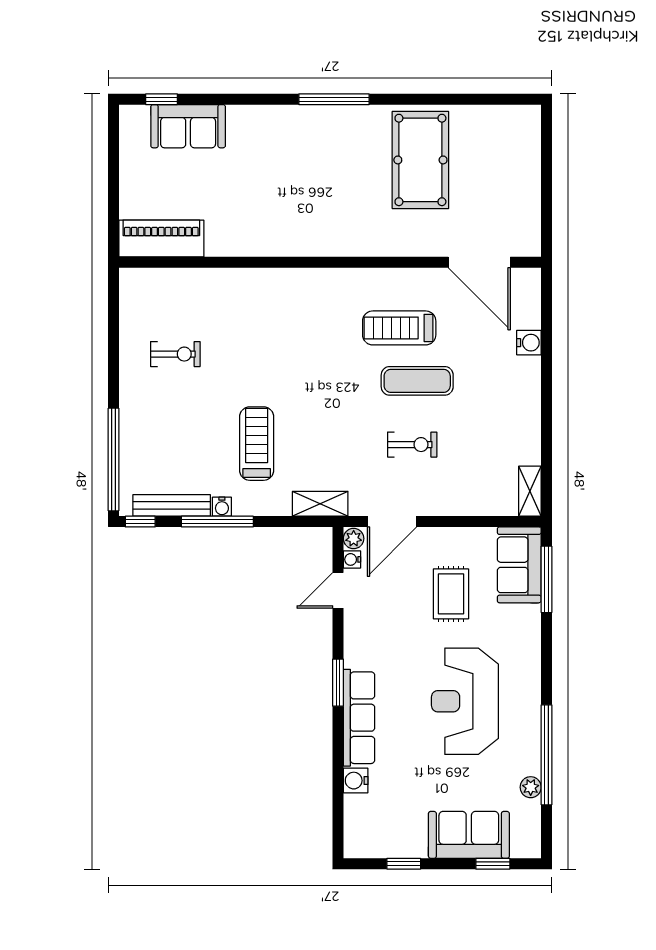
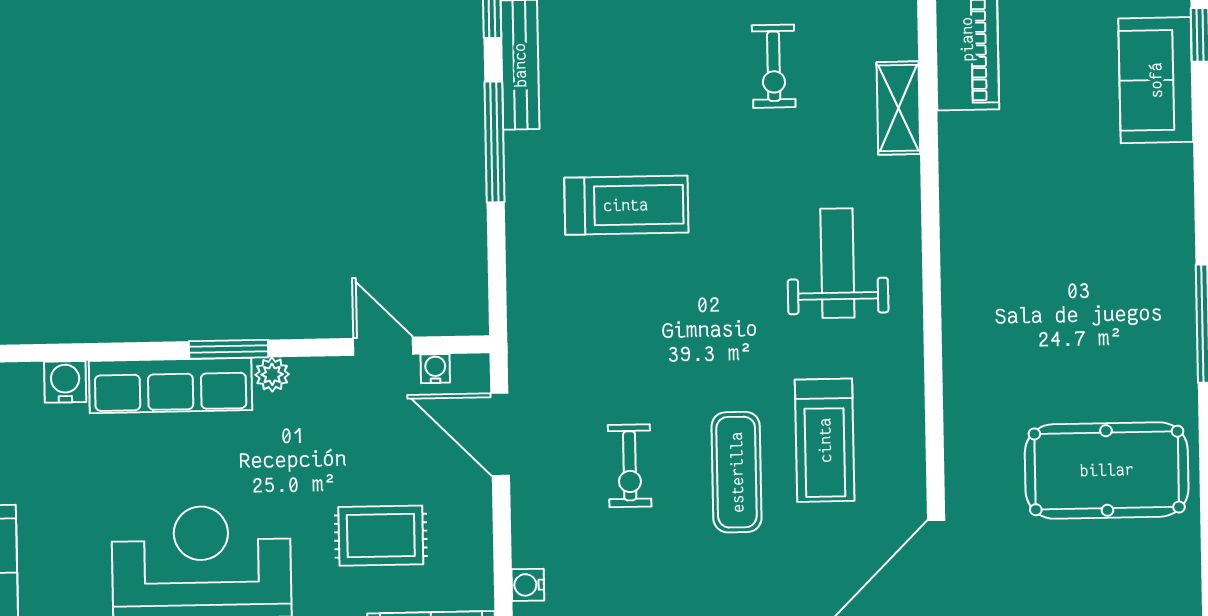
weight bench: (294, 318) -> (837, 263), added
treadmill: (399, 328) -> (825, 440), turned 180
shelving: (320, 504) -> (898, 108), moved
water cooler: (222, 507) -> (528, 585), moved
plant: (354, 539) -> (272, 374), moved

